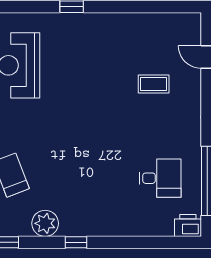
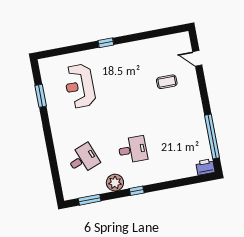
desk: (160, 178) -> (133, 150), moved

